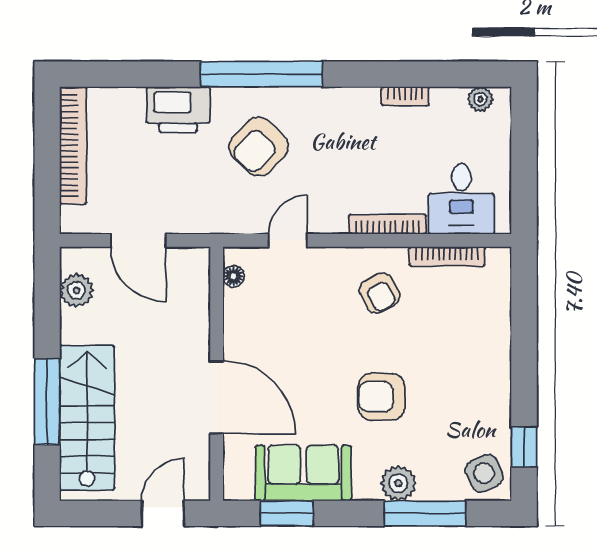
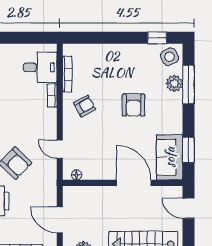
bookcase: (388, 224) -> (52, 96), width x0.64
door: (138, 240) -> (60, 220), swing flipped
door: (217, 397) -> (134, 183), hinge flipped
sofa: (303, 473) -> (170, 157), moved
plant: (398, 483) -> (174, 83), moved

